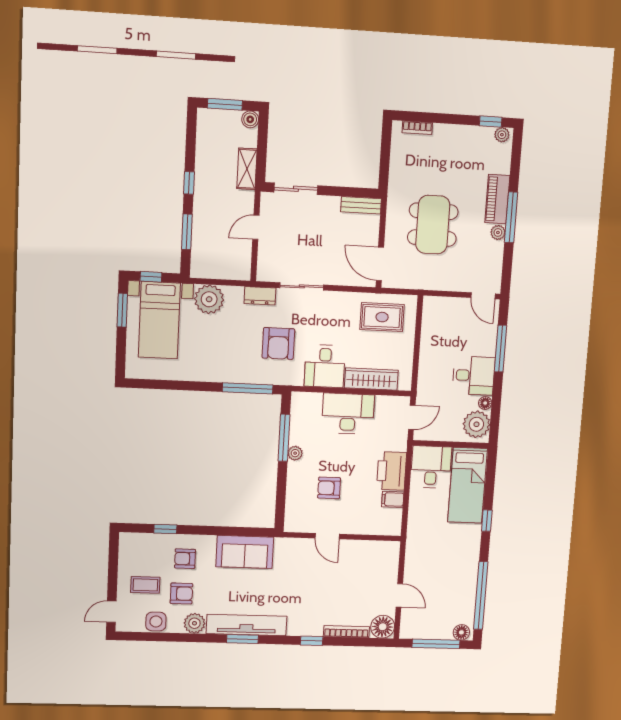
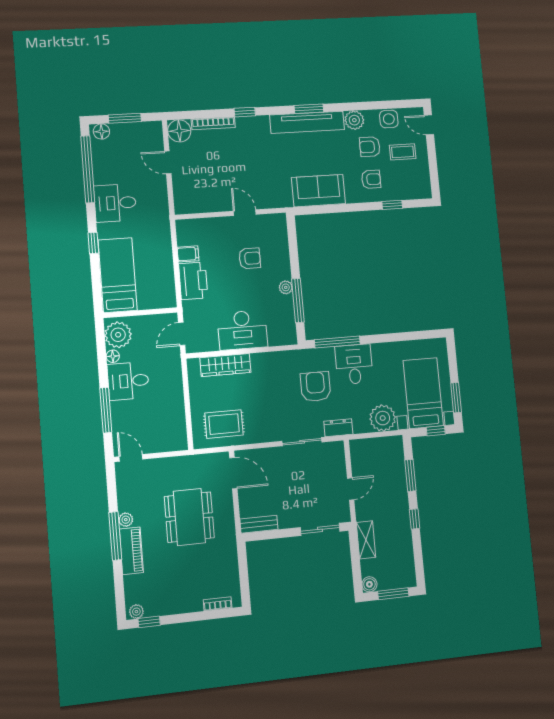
desk: (325, 366) -> (354, 364), moved
desk: (431, 467) -> (115, 203), moved, turned 90
door: (111, 612) -> (429, 125), swing flipped
window: (436, 644) -> (125, 118), width x0.69

